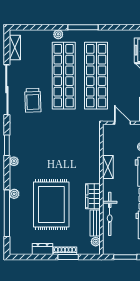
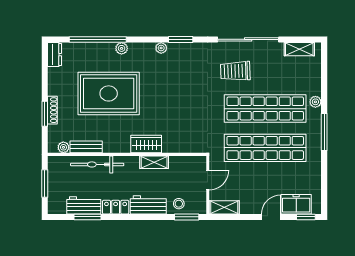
wardrobe: (93, 196) -> (146, 144), moved
dresser: (42, 249) -> (55, 55), moved

